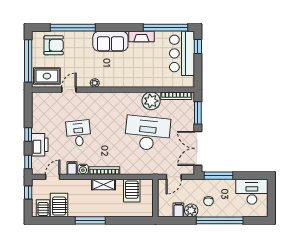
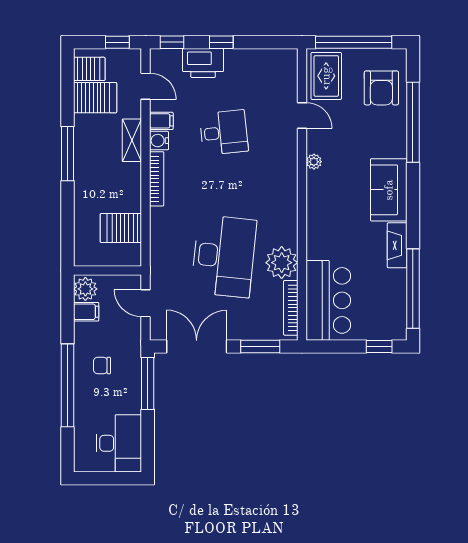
bar counter: (182, 53) -> (328, 300), moved, turned 90
shelving: (104, 184) -> (132, 140), moved
plant: (191, 210) -> (85, 289), moved

